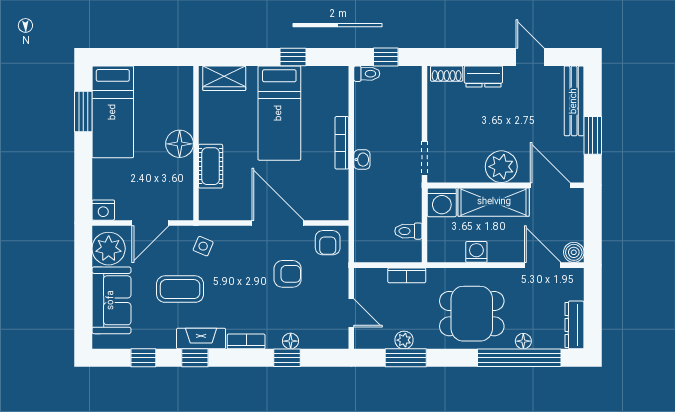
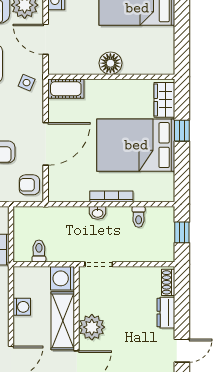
window: (293, 57) -> (182, 131), moved
toilet: (367, 74) -> (139, 217), moved
bed: (279, 113) -> (136, 145), width x1.50
cot: (211, 166) -> (66, 89), moved

